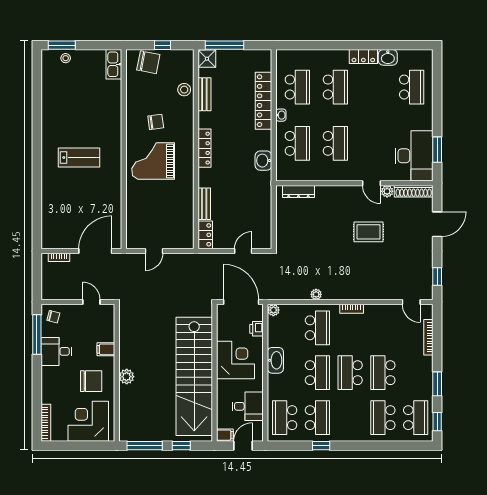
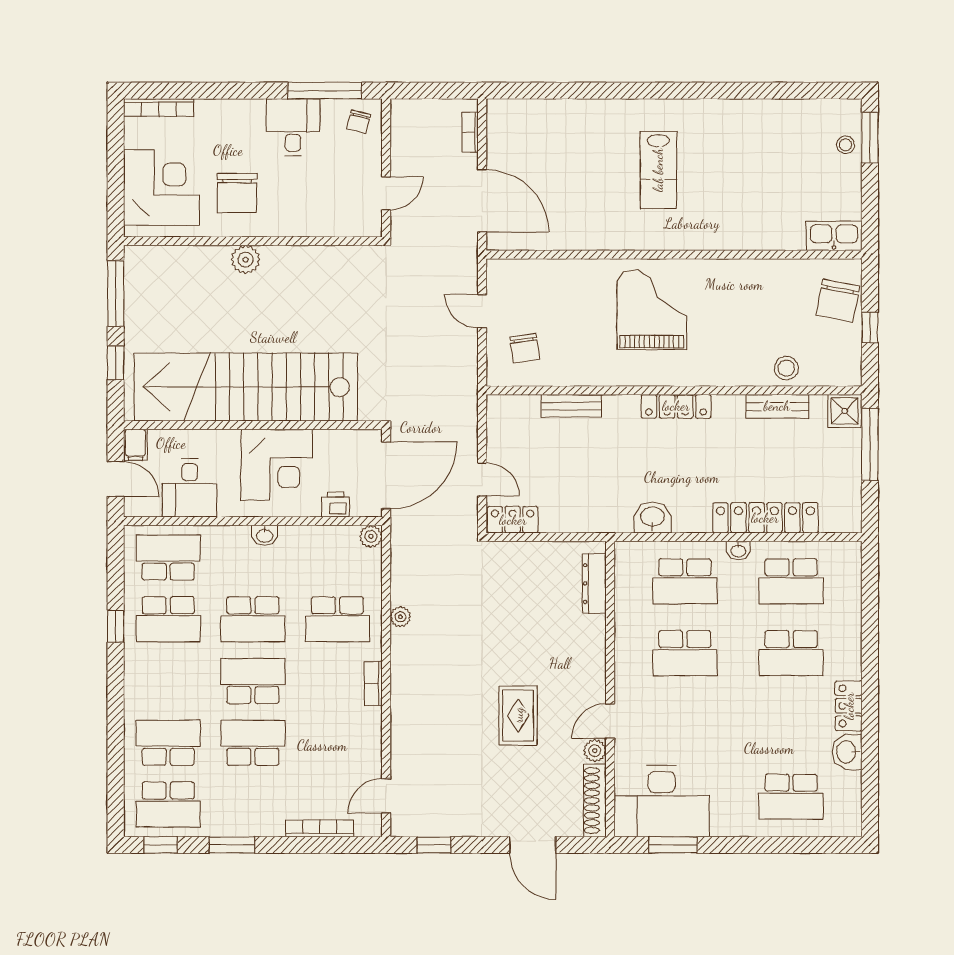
chair: (156, 122) -> (525, 348), moved
locker: (205, 235) -> (513, 520), moved, turned 180
filing cabinet: (106, 349) -> (297, 221), removed
washbasin: (275, 360) -> (265, 535), width x0.52, depth x0.69

